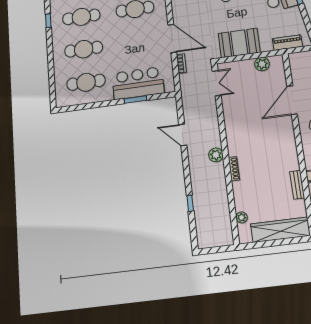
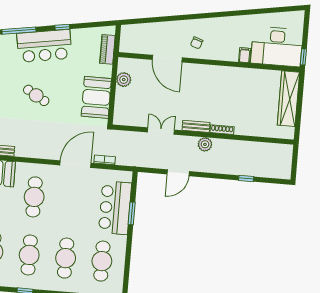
double door: (217, 83) -> (161, 131), moved
bench: (297, 185) -> (196, 126), moved
plant: (242, 217) -> (270, 132), removed

